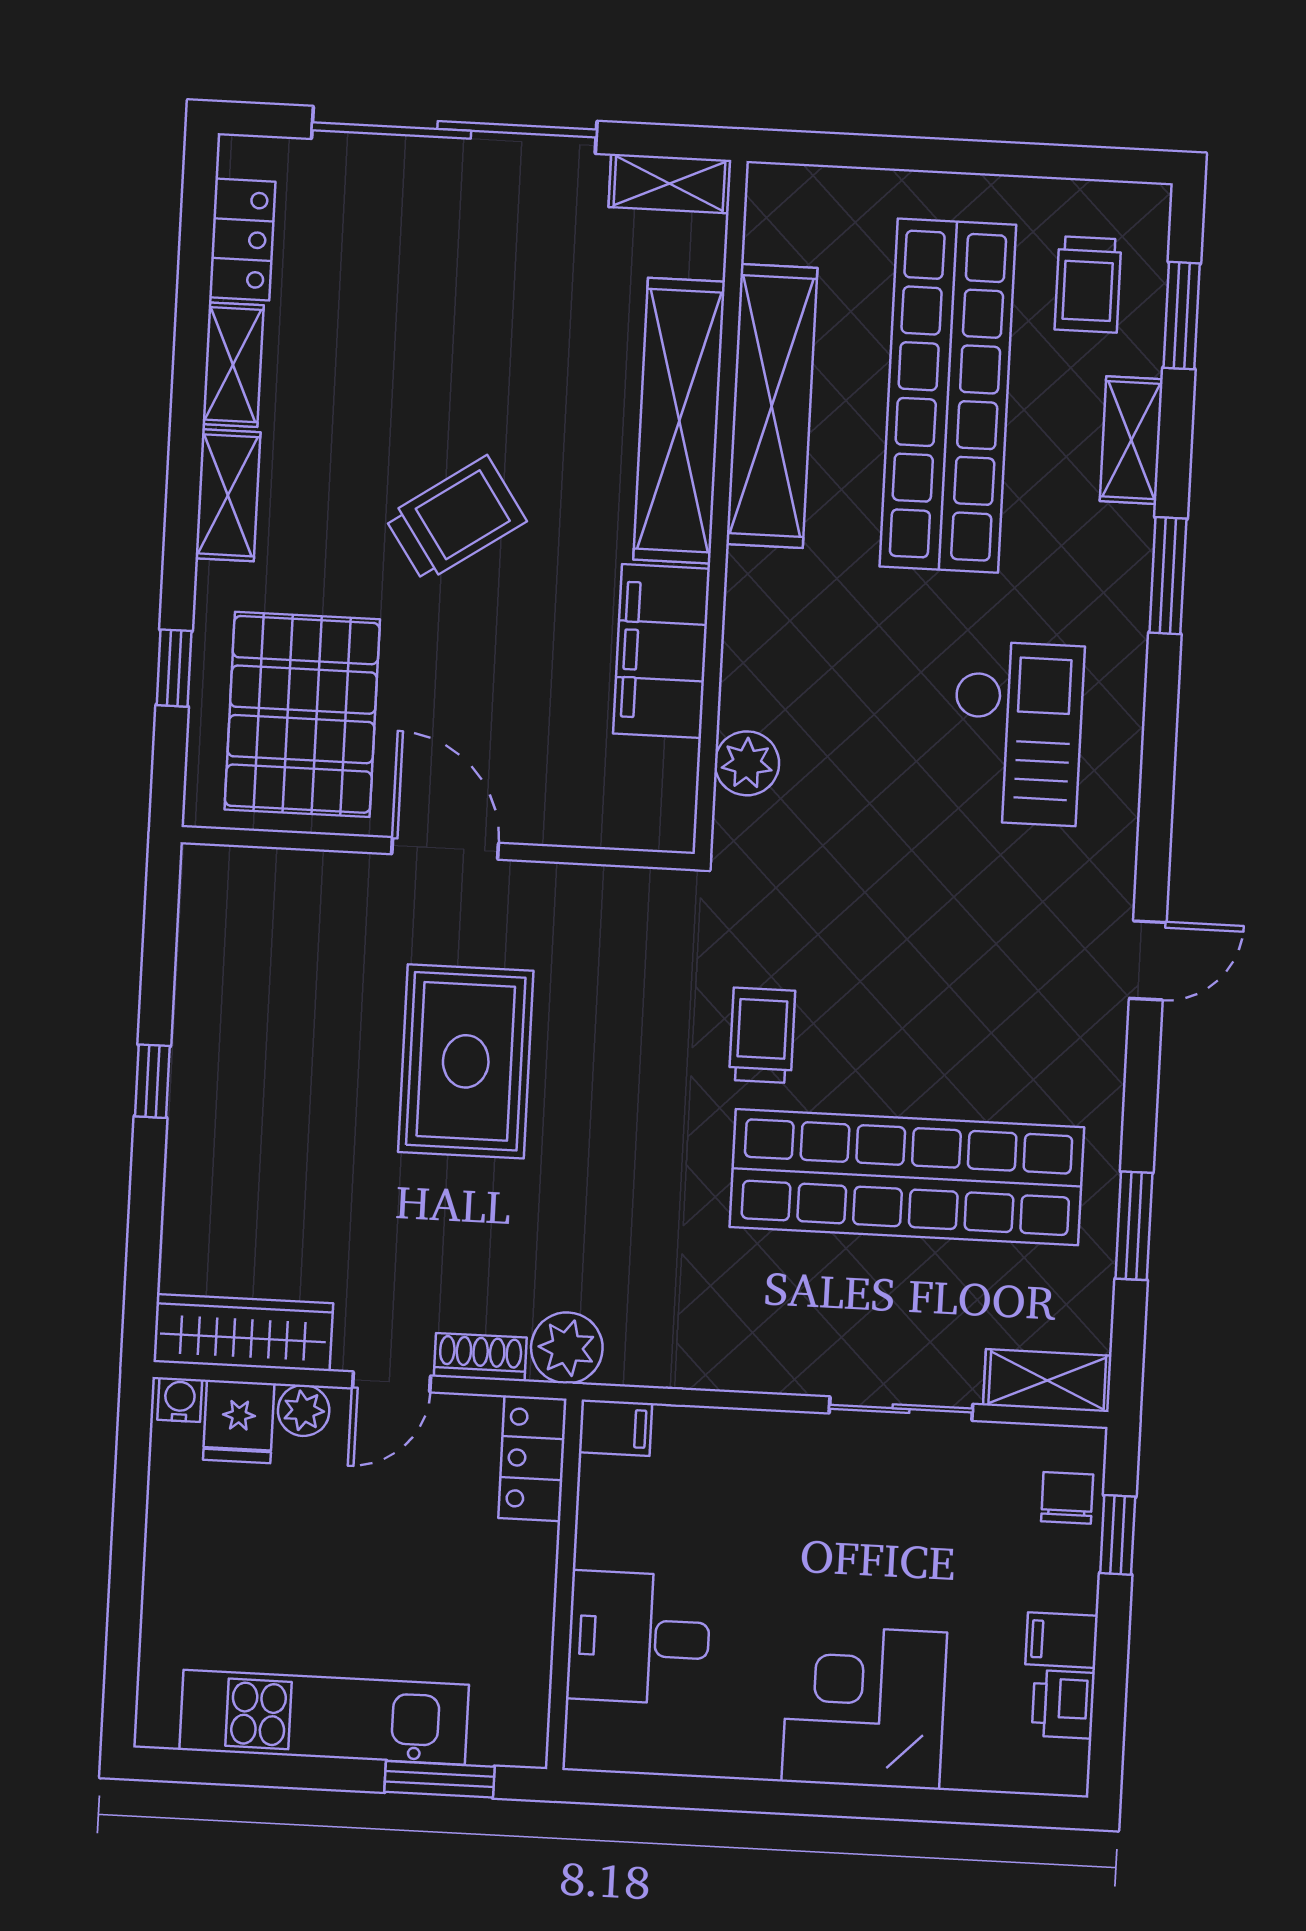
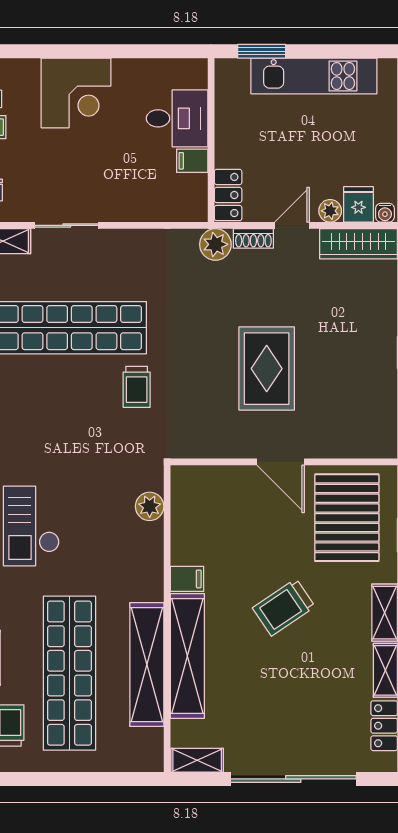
filing cabinet: (662, 651) -> (187, 579), width x0.33, depth x0.86
filing cabinet: (616, 1428) -> (192, 161), moved

